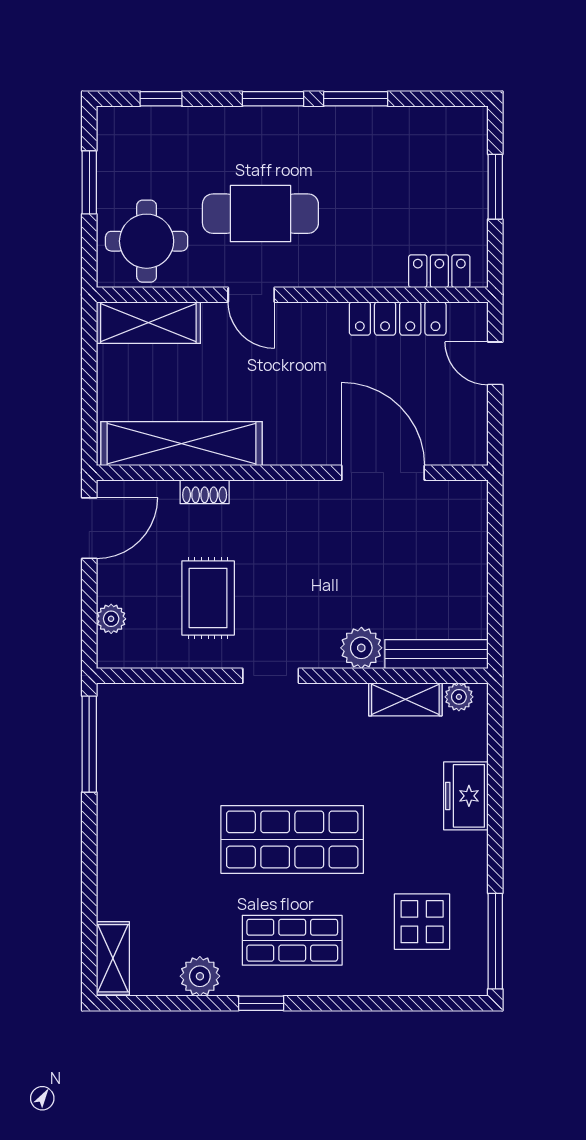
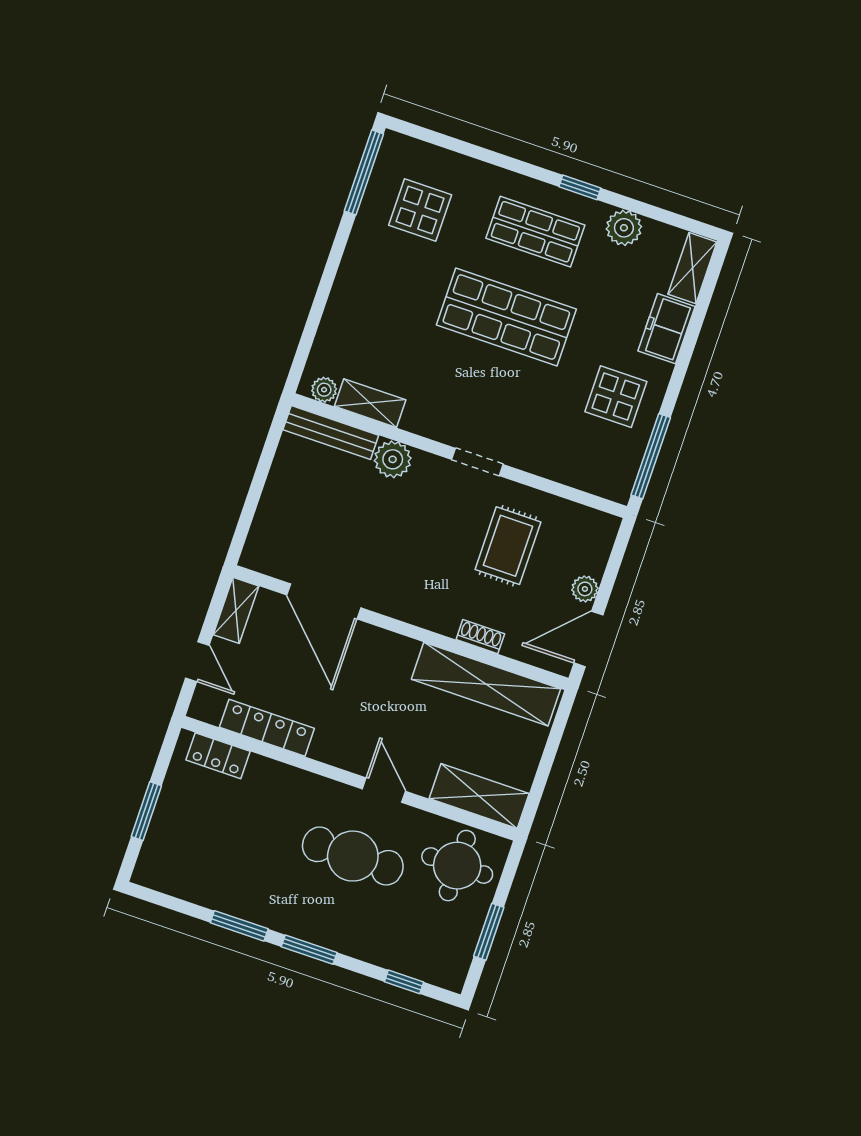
shelving: (473, 431) -> (236, 610), added
plant: (111, 619) -> (585, 589), moved
display table: (148, 795) -> (616, 397), added
freezer: (466, 796) -> (666, 329), moved, turned 180

